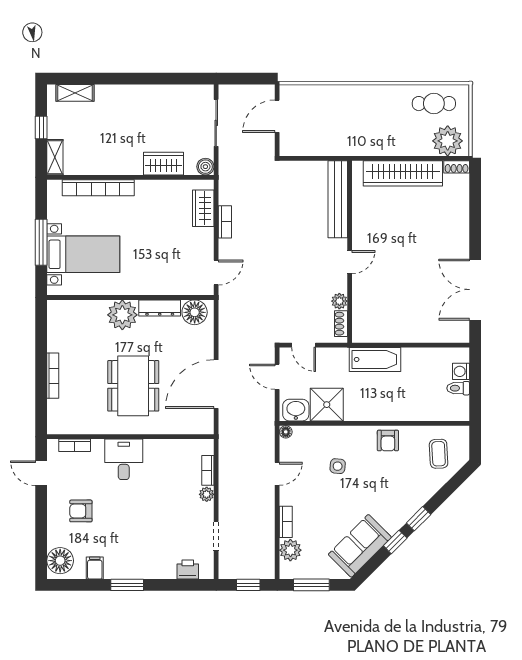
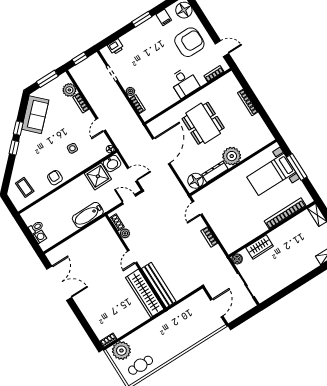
wardrobe: (403, 173) -> (145, 293), moved, turned -90
wardrobe: (203, 208) -> (225, 237), removed
armchair: (81, 511) -> (189, 42), width x1.88, depth x1.88

